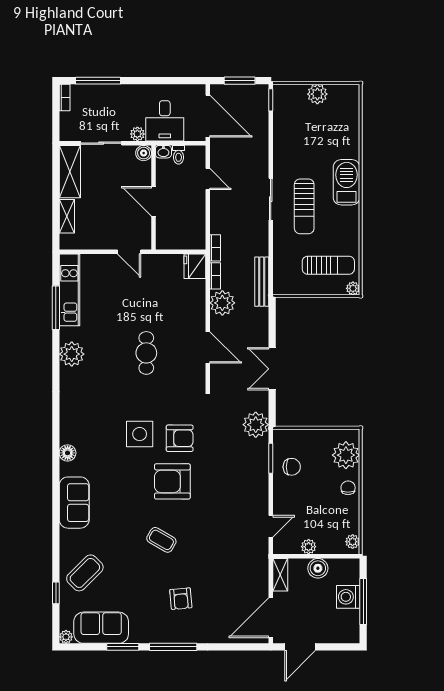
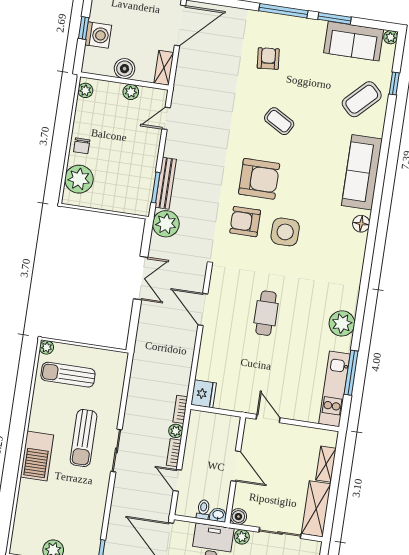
sun lounger: (304, 206) -> (84, 438), turned 180
bookcase: (215, 276) -> (174, 453), moved
bench: (262, 282) -> (166, 183), moved
plant: (222, 303) -> (176, 431), moved, width x0.53, depth x0.53
chair: (292, 467) -> (136, 176), removed
sofa: (74, 503) -> (362, 172), width x1.36
window: (363, 602) -> (84, 28), width x0.46

